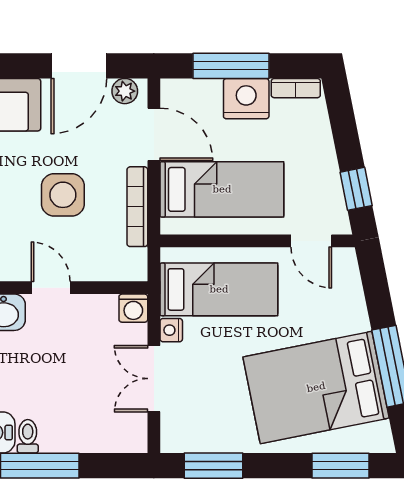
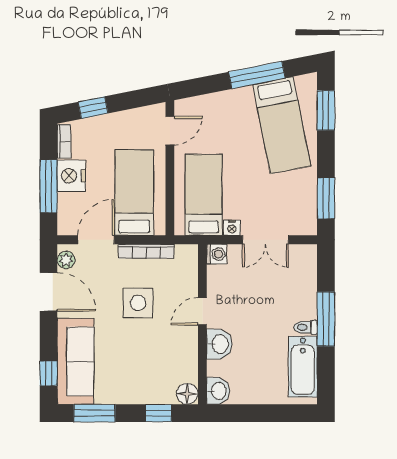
window: (356, 189) -> (93, 108), moved
bed: (316, 387) -> (282, 125), width x0.67

